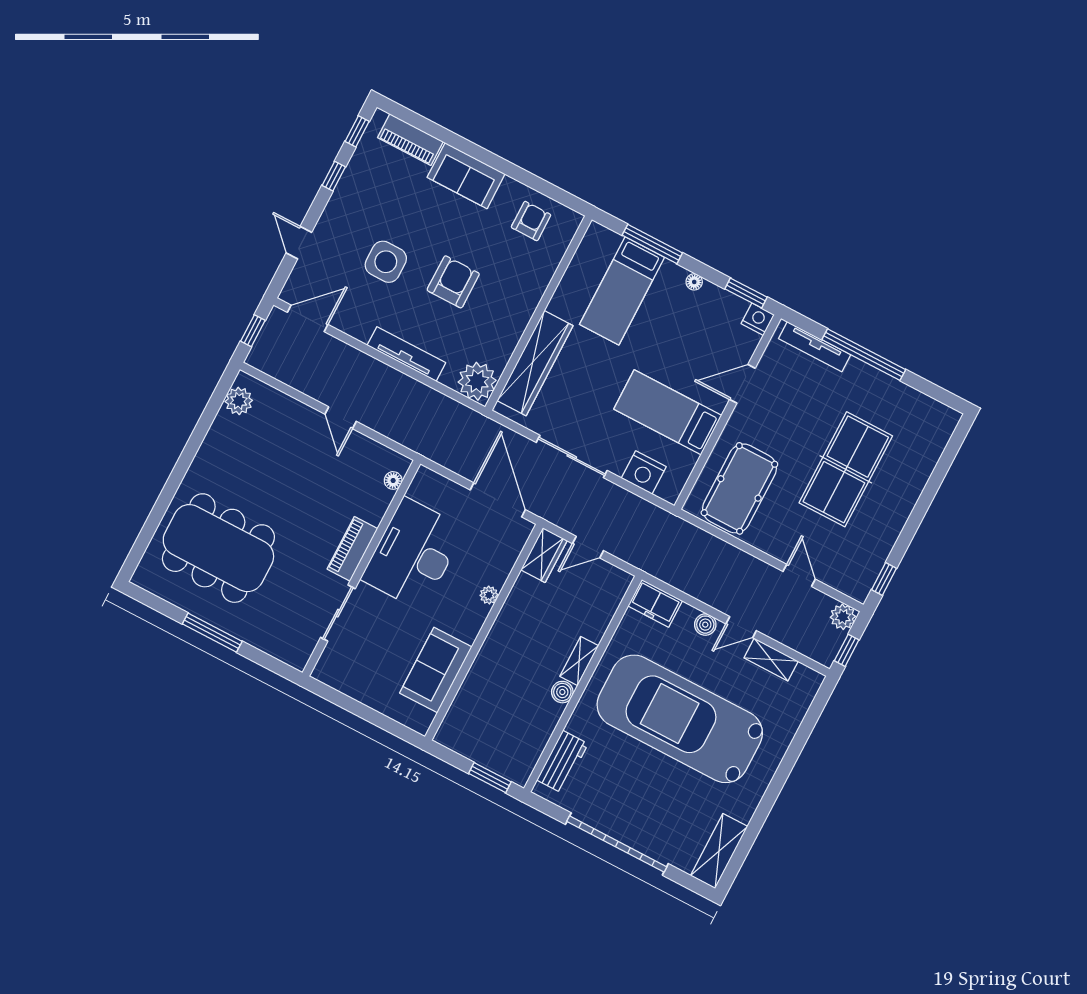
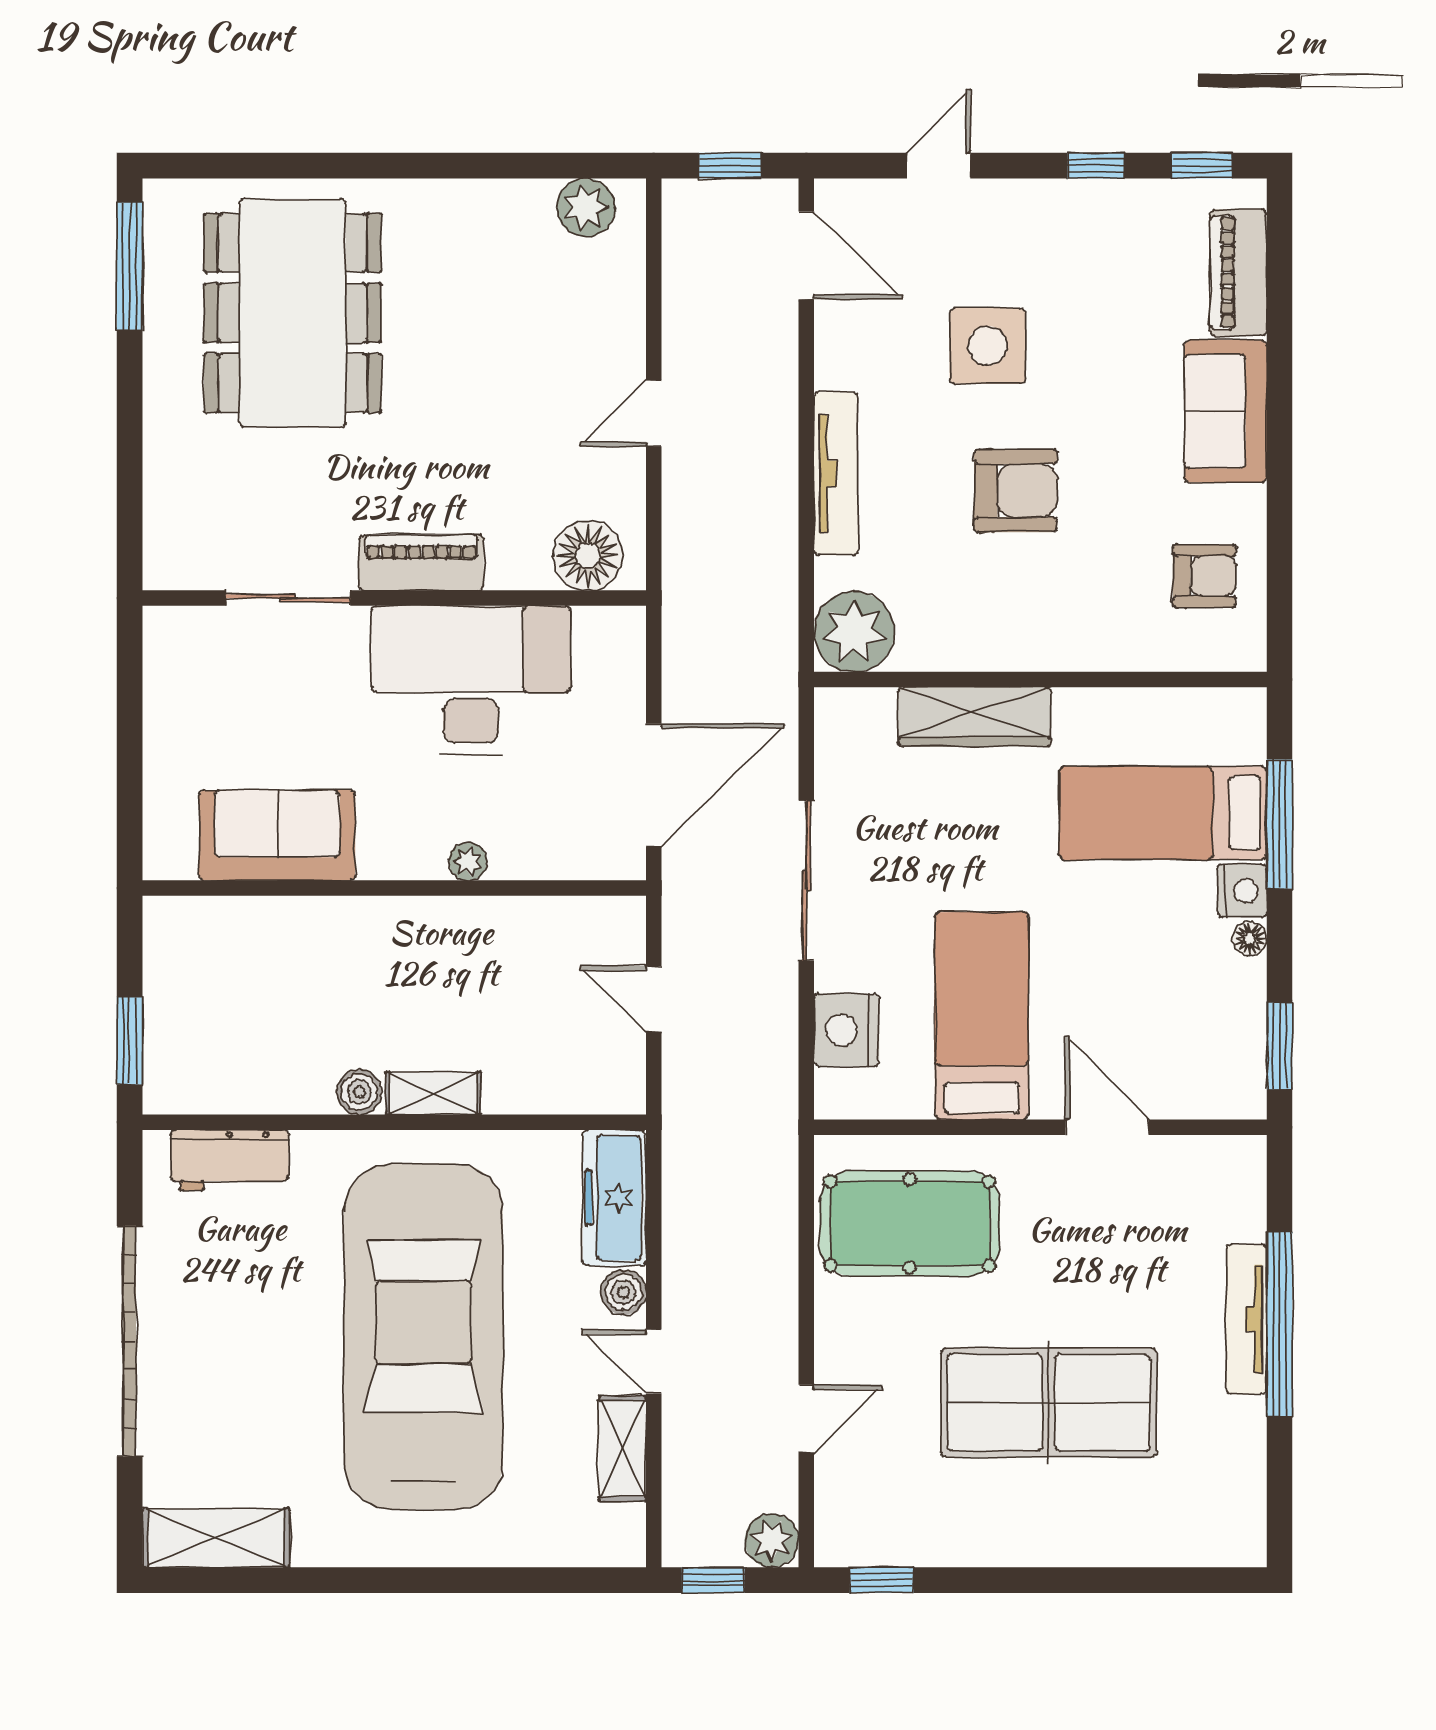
nightstand: (758, 319) -> (1242, 891), moved
tv unit: (815, 347) -> (1246, 1319), moved
wardrobe: (535, 363) -> (975, 717), width x0.71, depth x0.85
floor lamp: (393, 480) -> (588, 555), width x1.89, depth x1.89
wardrobe: (544, 555) -> (596, 925), removed
freezer: (655, 603) -> (614, 1198), width x1.40
window: (212, 633) -> (130, 266), moved

